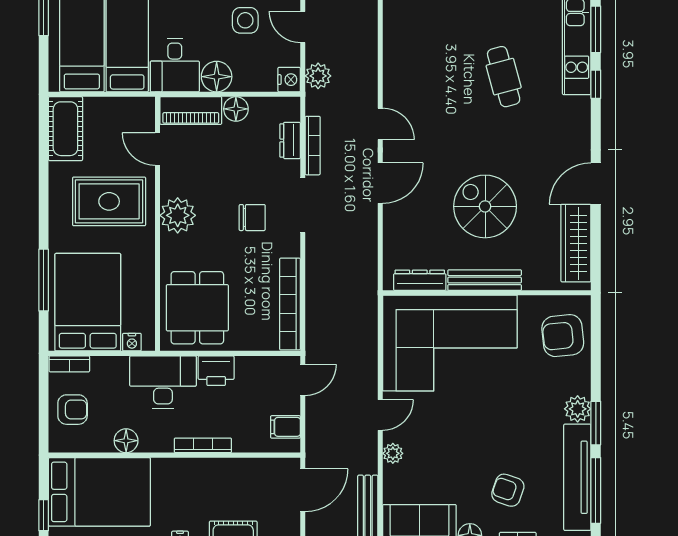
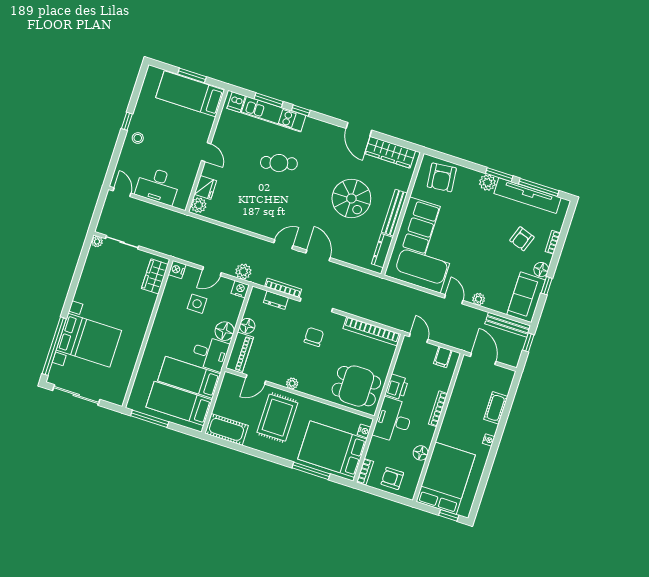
spiral stairs: (485, 206) -> (351, 198), turned -90
plant: (178, 215) -> (292, 383), width x0.53, depth x0.53
armchair: (73, 410) -> (392, 478), turned -90

